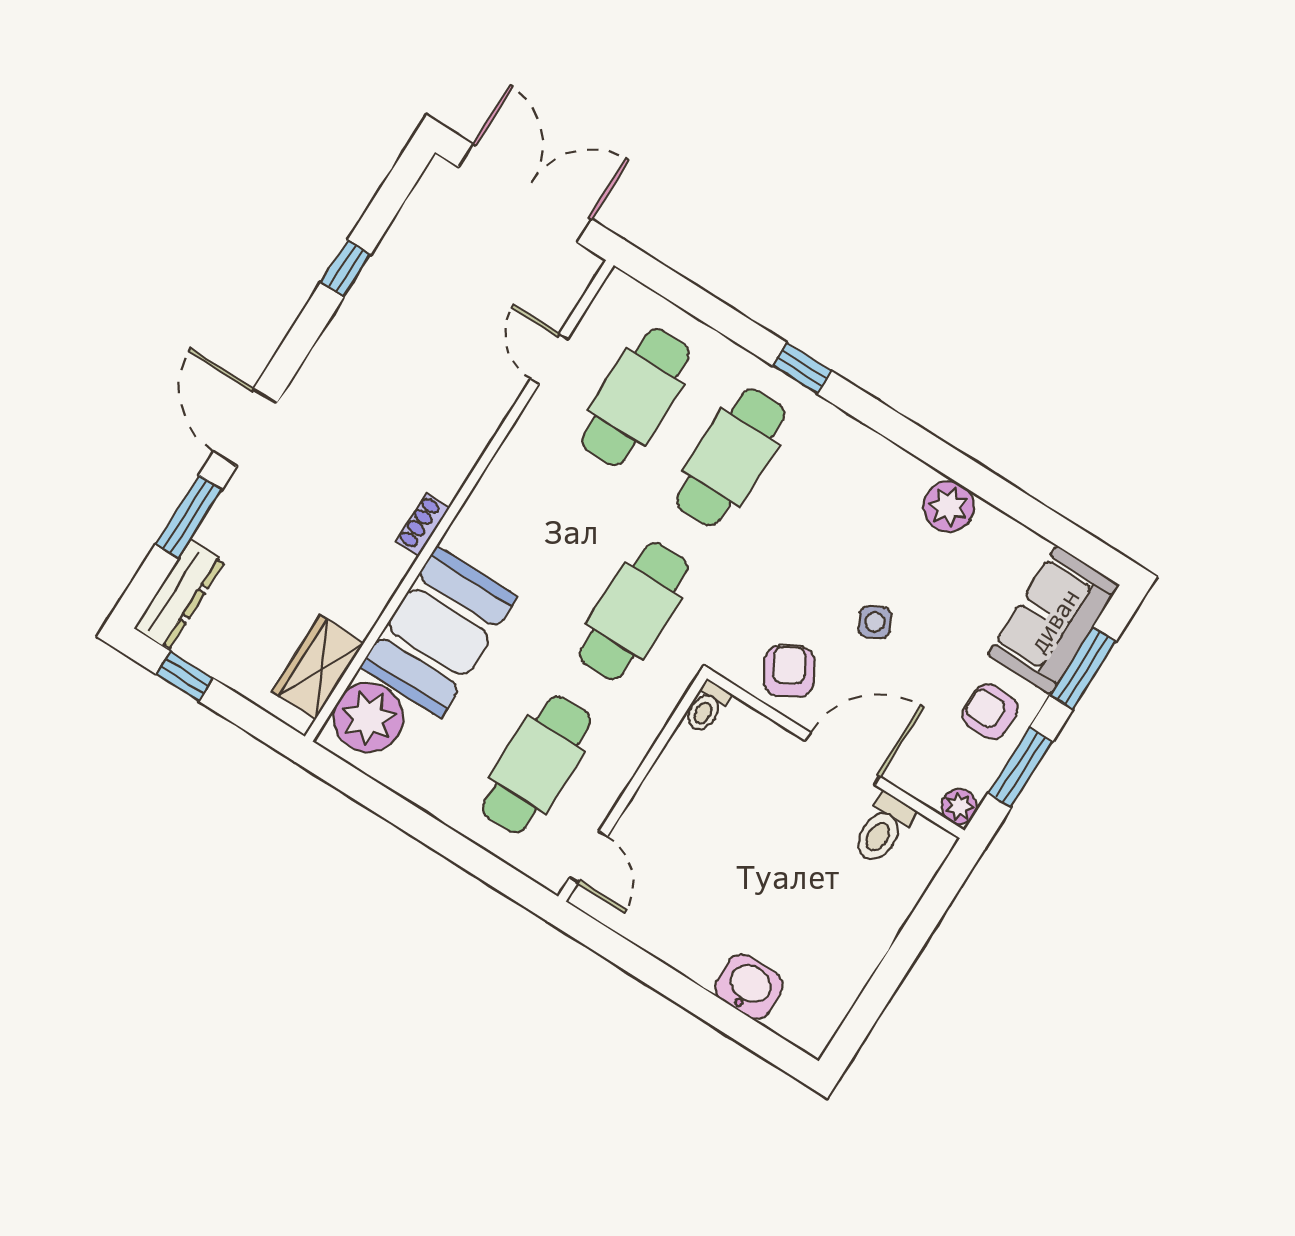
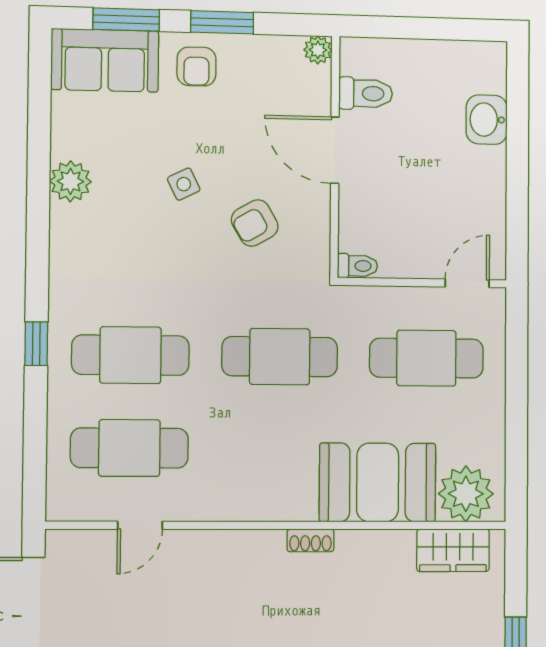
toilet: (706, 707) -> (357, 266), moved
wall: (836, 754) -> (335, 157), moved
door: (843, 759) -> (335, 150), moved
plant: (959, 806) -> (318, 50), moved
toilet: (883, 829) -> (366, 93), moved

